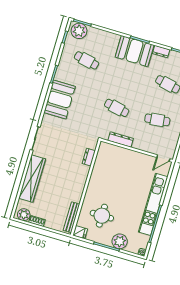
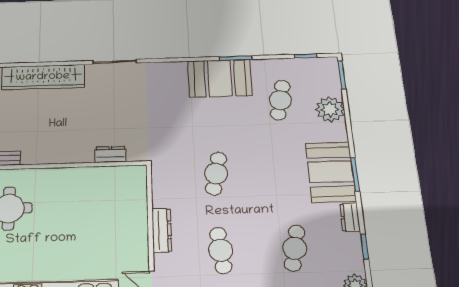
plant: (79, 31) -> (330, 109), moved
booth: (60, 99) -> (220, 78), moved
dresser: (121, 140) -> (162, 230), moved

